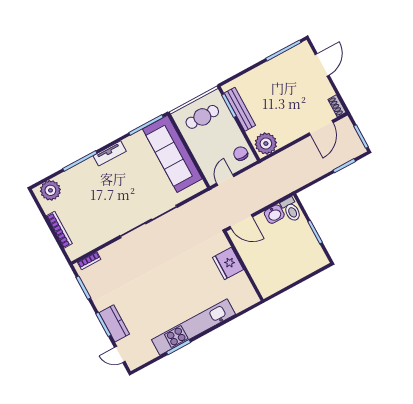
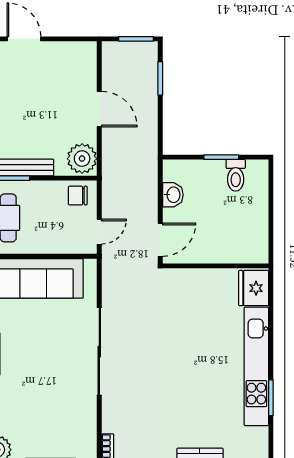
shoe rack: (337, 106) -> (83, 48), removed
door: (321, 128) -> (99, 109), moved
door: (225, 180) -> (99, 232), swing flipped
toilet: (291, 210) -> (236, 175), moved, turned 90
fridge: (228, 263) -> (254, 288), moved, turned 90

